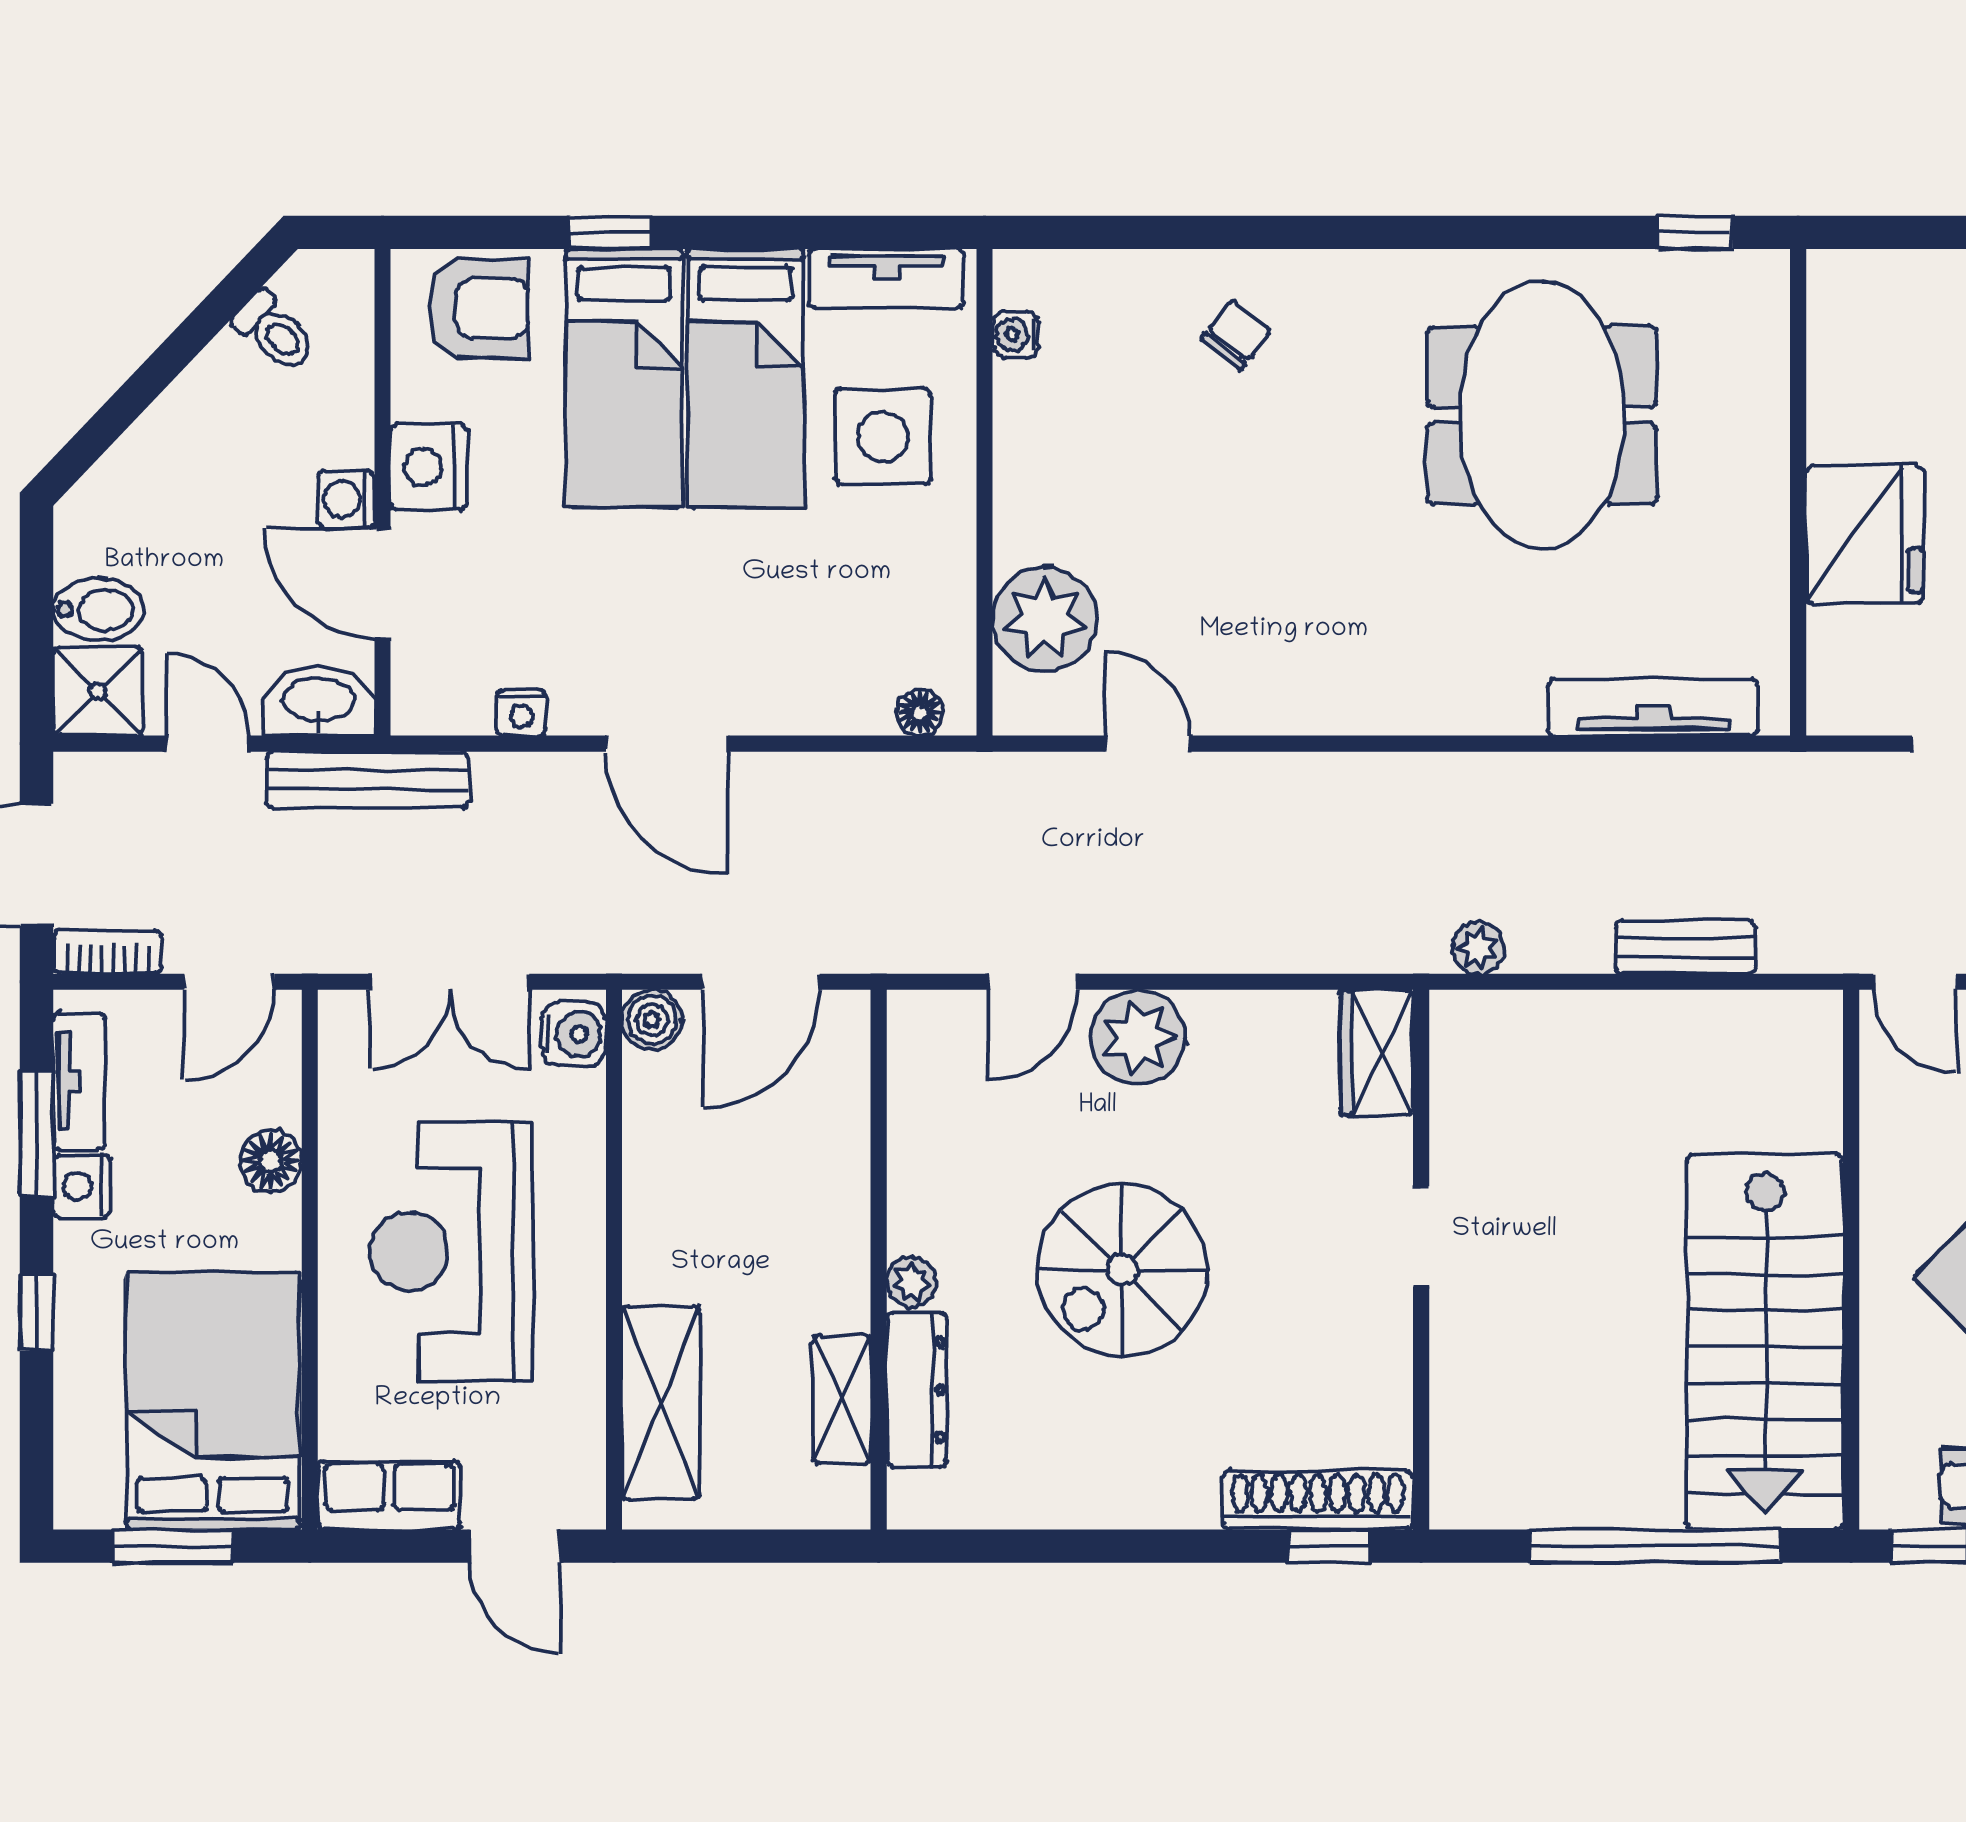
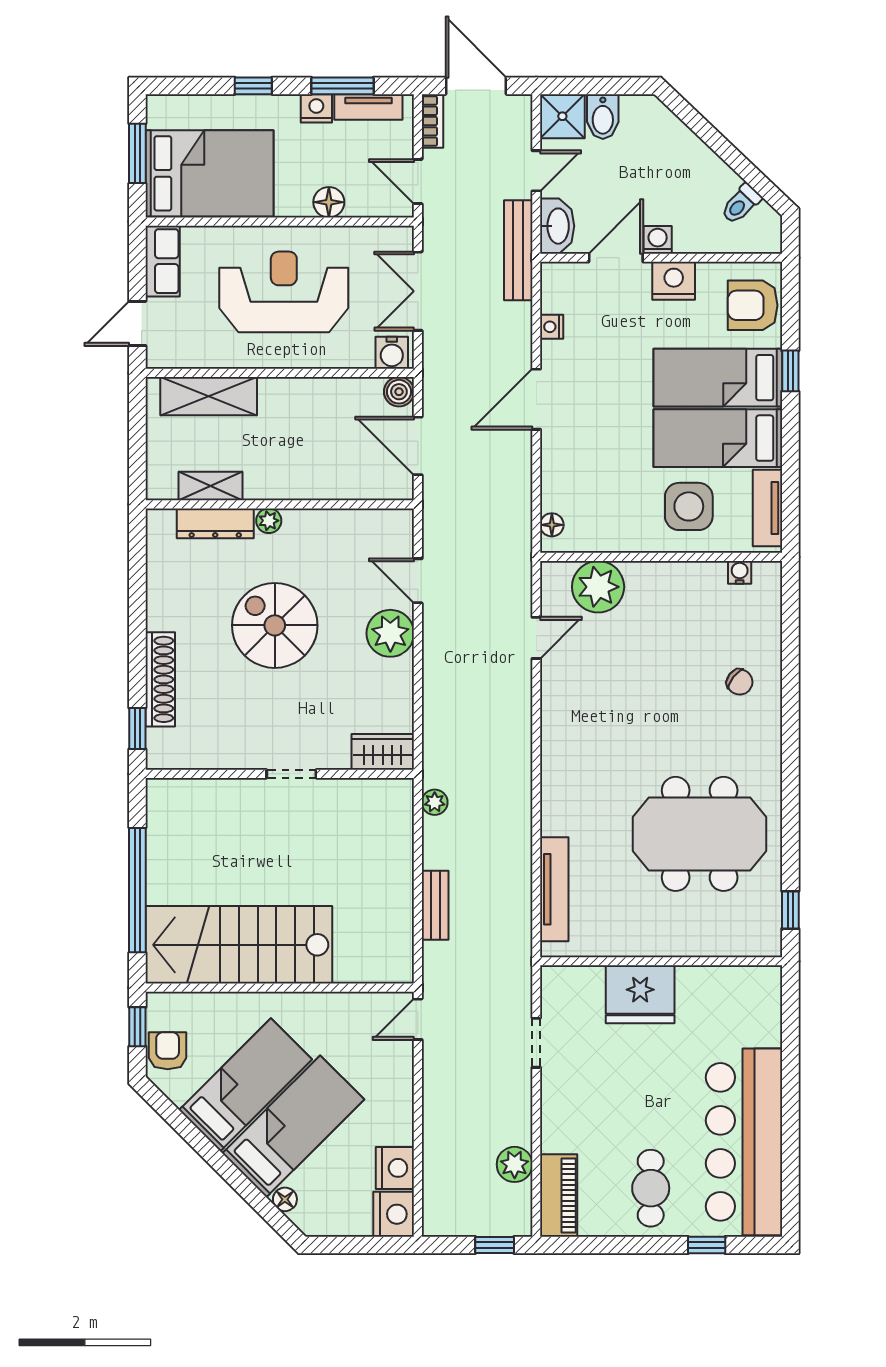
armchair: (478, 308) -> (753, 305), turned 90
shoe rack: (1318, 1500) -> (160, 679), moved

